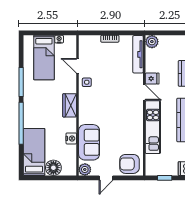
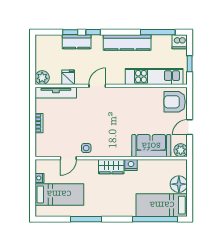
fridge: (152, 79) -> (68, 77), moved
window: (21, 123) -> (155, 219), moved
kitchen unit: (153, 127) -> (154, 76), moved
nightstand: (71, 138) -> (131, 165), moved
armchair: (129, 164) -> (175, 102), turned 90
door: (106, 178) -> (190, 127), swing flipped

